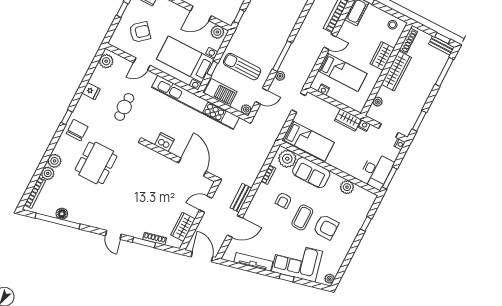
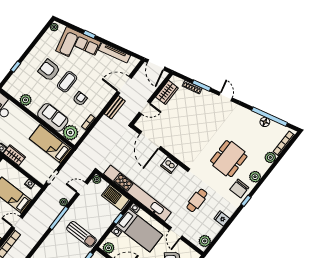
door: (142, 64) -> (176, 233), swing flipped
sun lounger: (242, 67) -> (81, 234), moved
plant: (54, 161) -> (255, 177), moved

